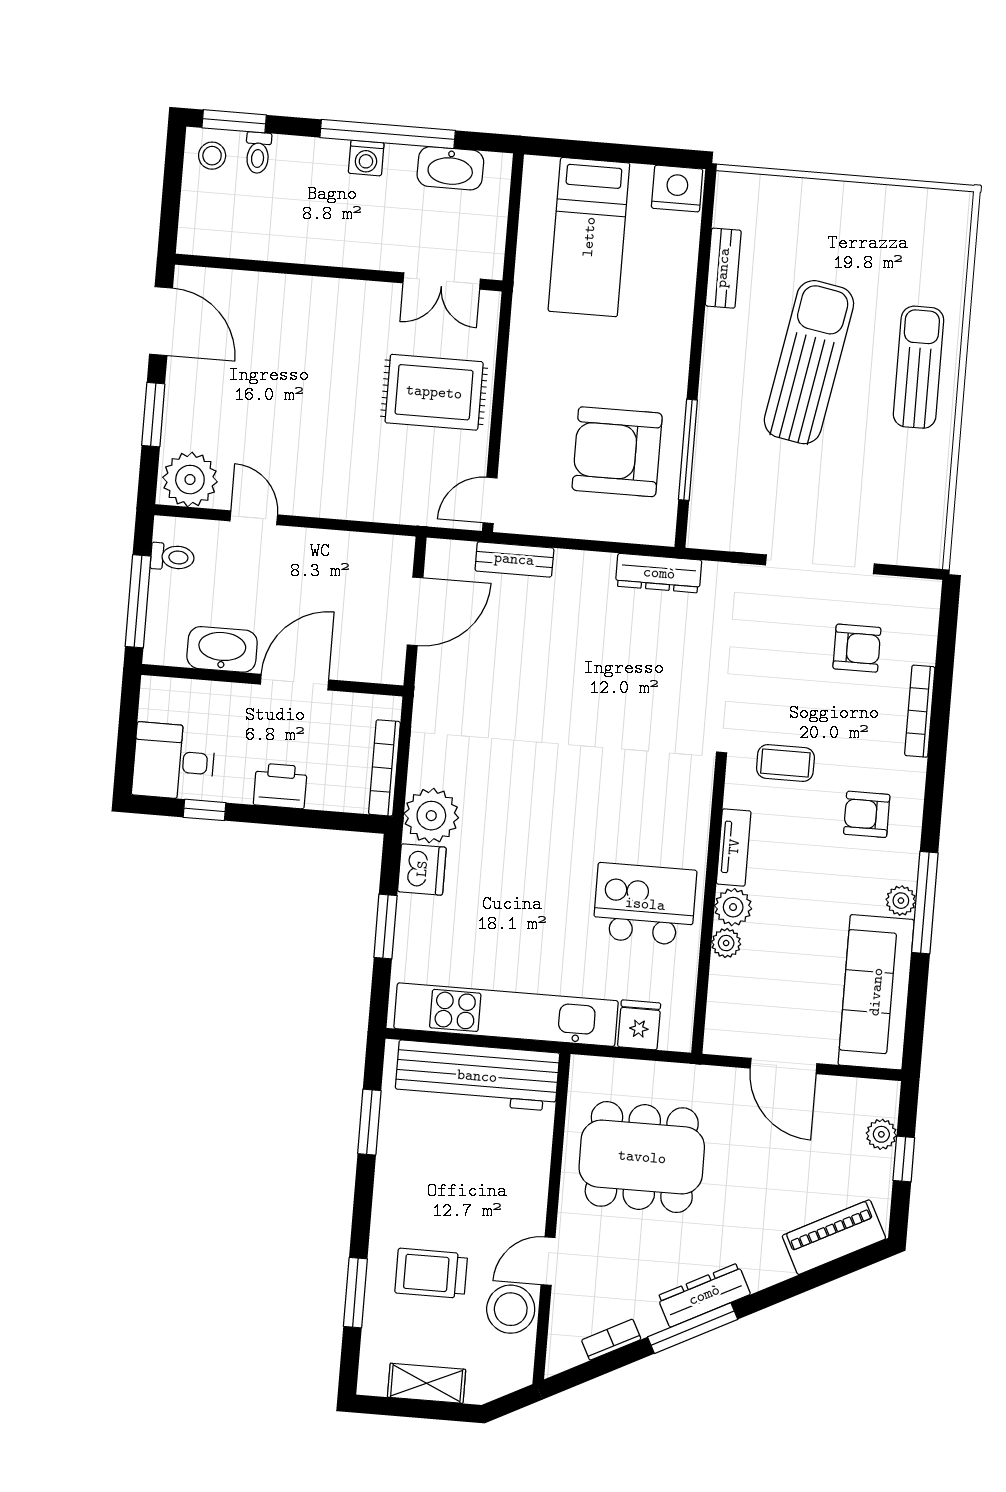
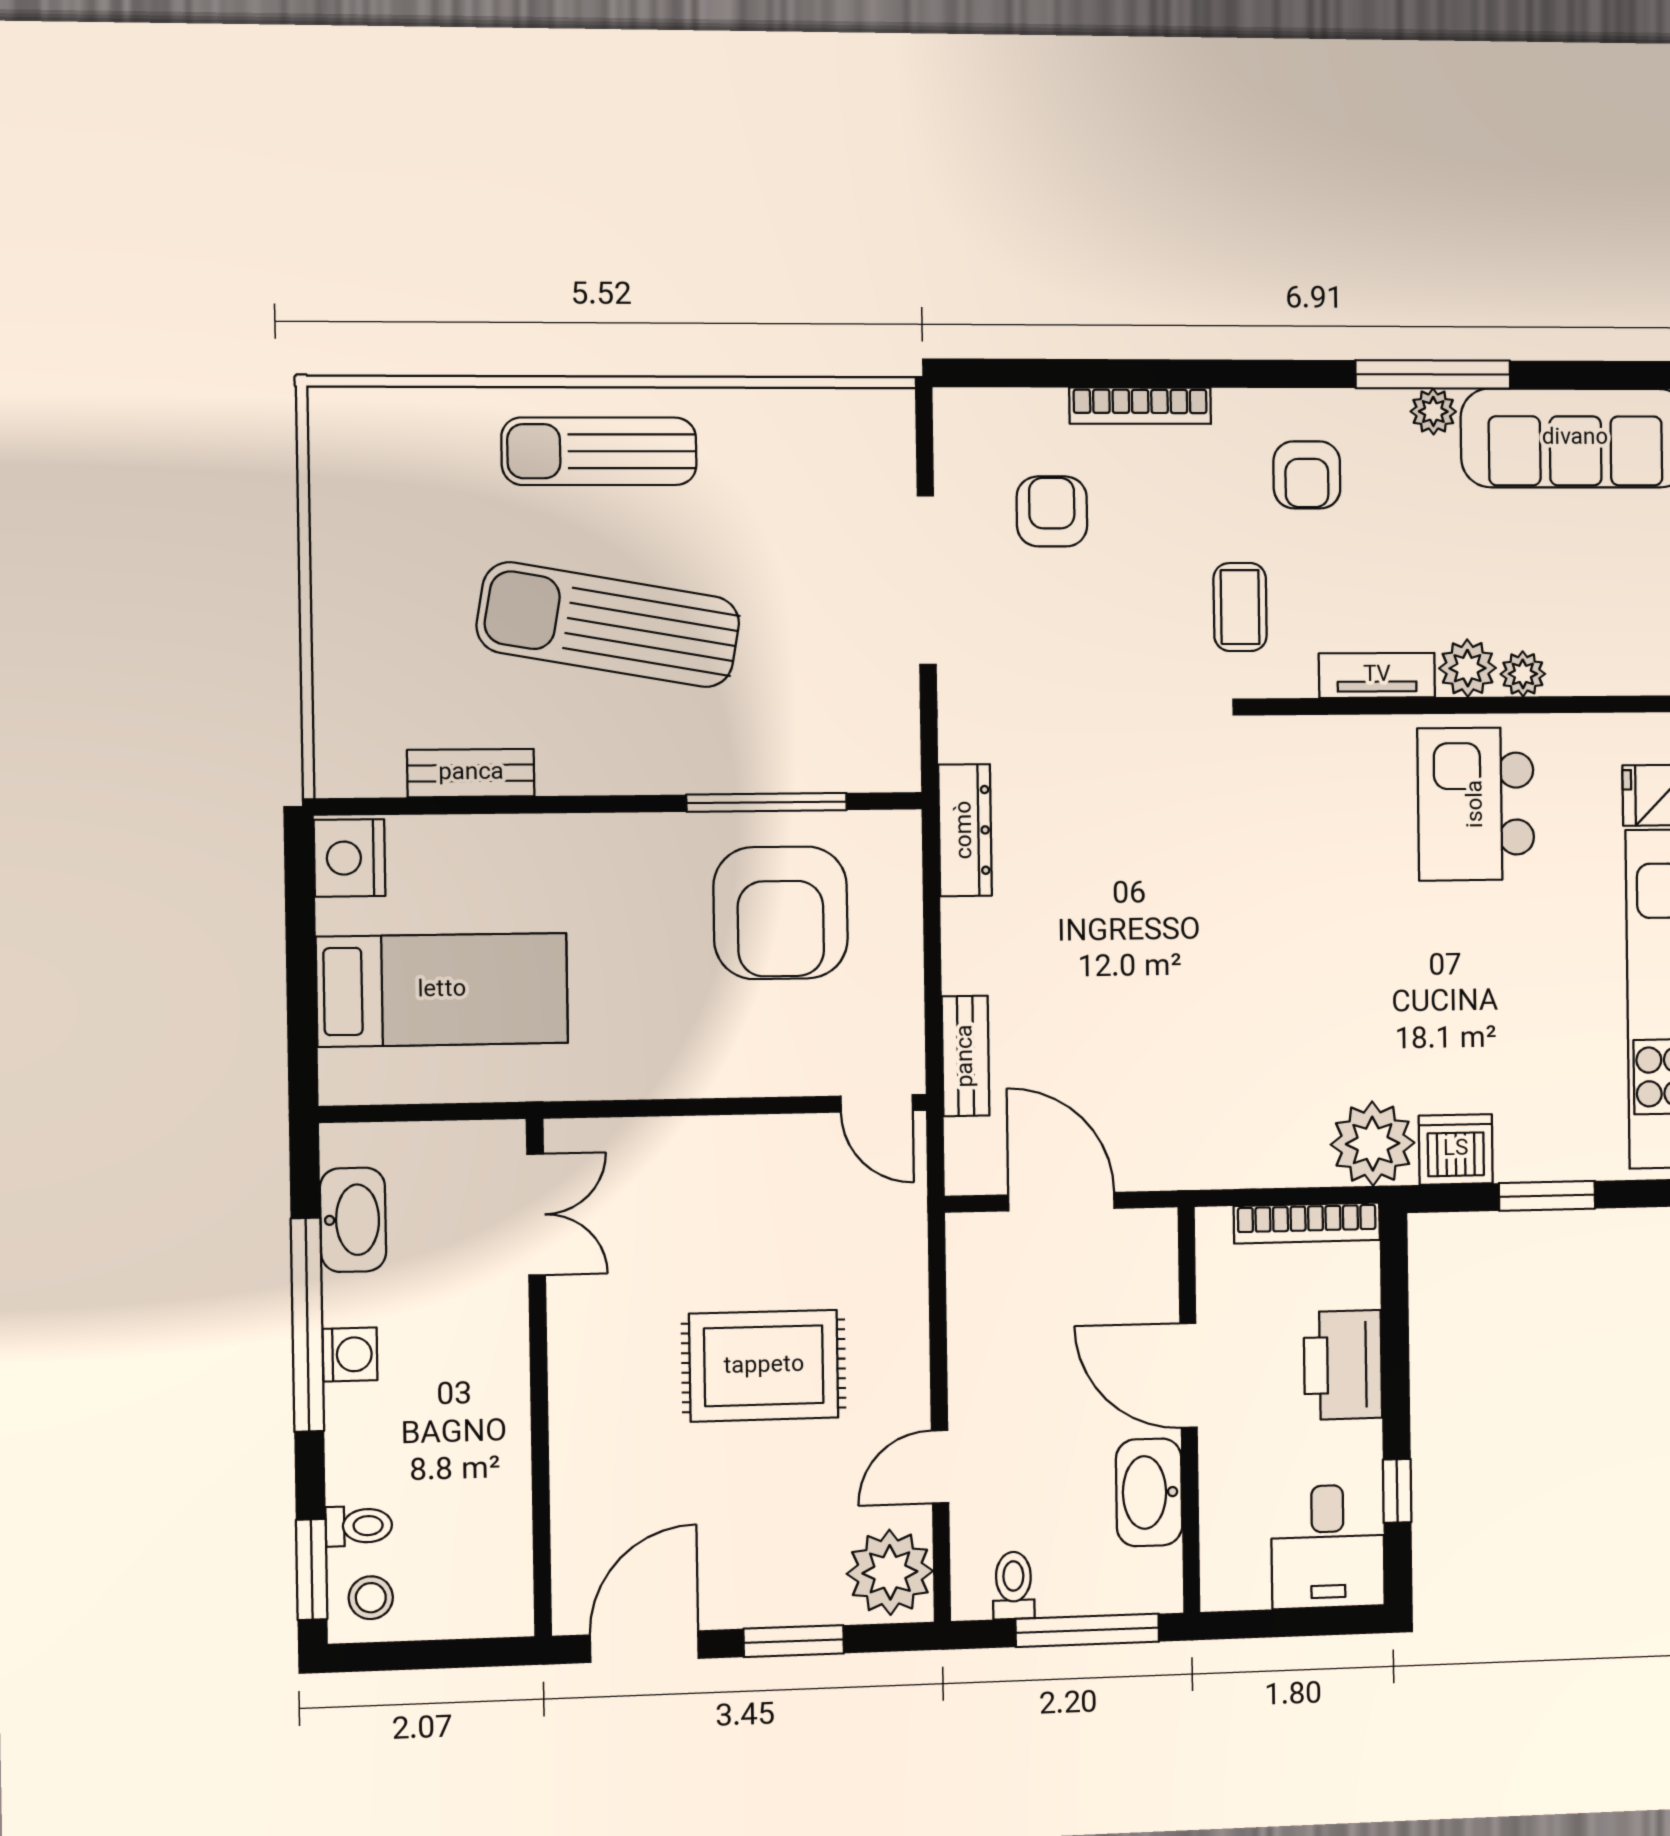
rug: (434, 392) -> (764, 1366), moved, turned 90
printer: (280, 786) -> (1343, 1365), width x1.37, depth x1.19

